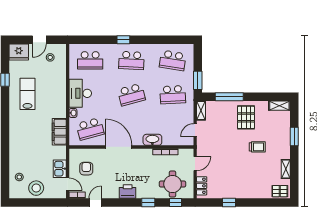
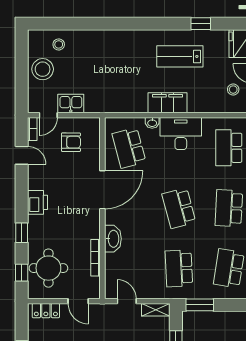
lab bench: (27, 94) -> (180, 56), turned 180
filing cabinet: (59, 132) -> (168, 103), moved

